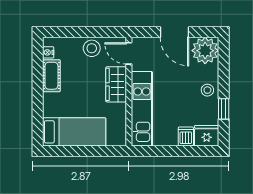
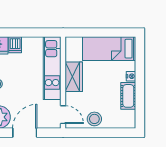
door: (174, 32) -> (25, 133), hinge flipped
nightstand: (48, 52) -> (131, 76), moved
wardrobe: (116, 84) -> (74, 77), moved

